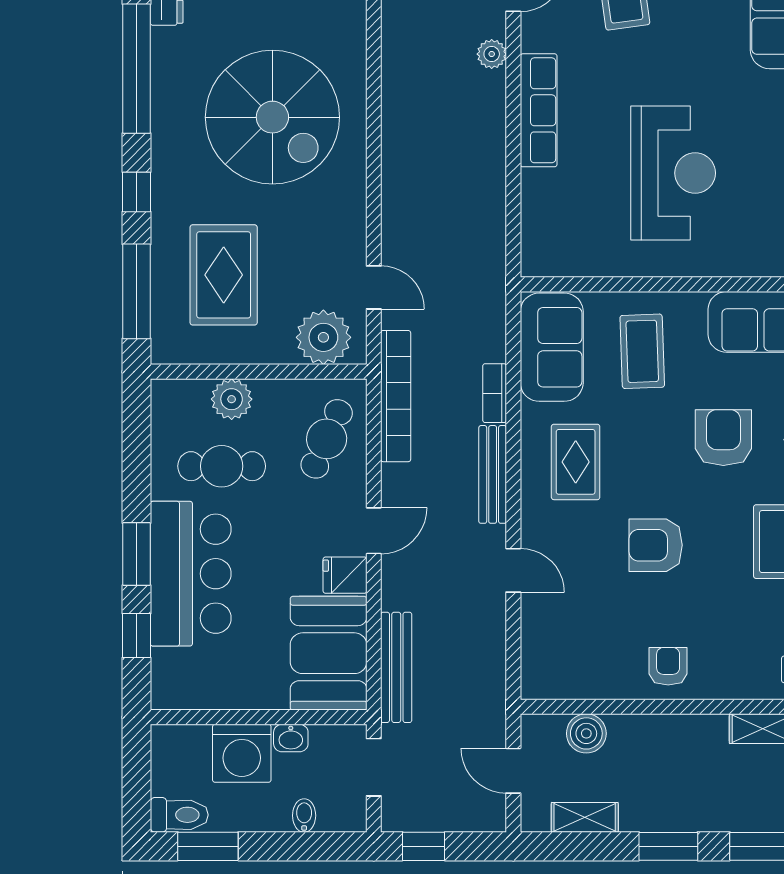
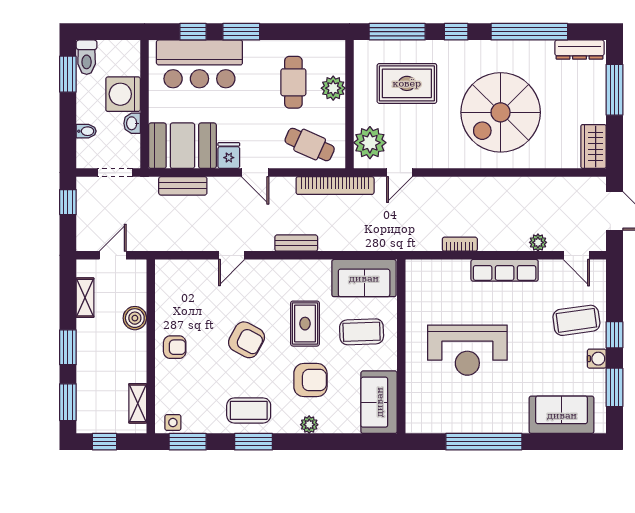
bookcase: (495, 393) -> (460, 244), moved
rug: (576, 462) -> (305, 324), moved, turned 90
bench: (493, 474) -> (296, 243), width x0.73
armchair: (656, 545) -> (247, 340), turned 118
bar counter: (191, 574) -> (199, 64), moved
bench: (396, 667) -> (183, 186), width x0.73
boiler: (586, 733) -> (135, 318), moved

